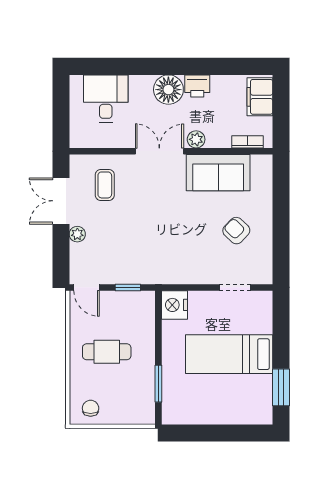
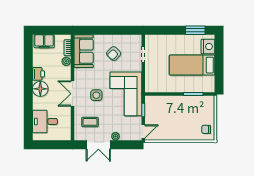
plant: (196, 139) -> (66, 61), moved
sofa: (218, 173) -> (84, 51), moved
side table: (156, 197) -> (96, 95), added
corner sofa: (159, 254) -> (126, 94), added
nightstand: (174, 305) -> (208, 47), moved, turned -90
cafe table: (107, 352) -> (177, 121), removed
bed: (229, 354) -> (192, 65), moved, turned 90

